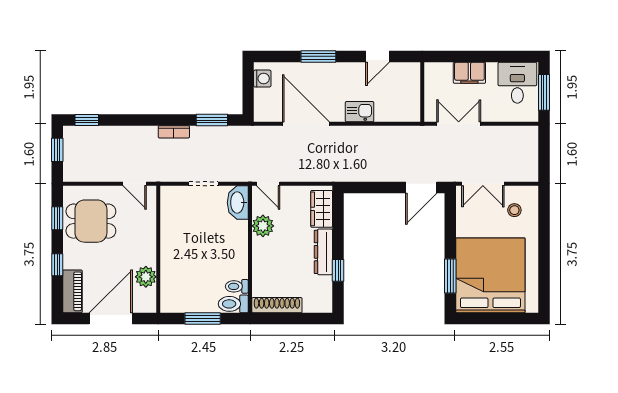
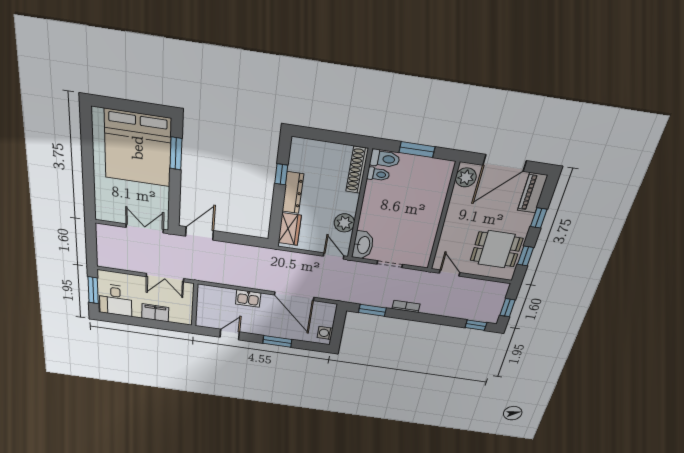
stool: (514, 210) -> (116, 202), removed
plant: (146, 277) -> (466, 177), moved
shoe rack: (277, 305) -> (357, 170), moved, turned 90

